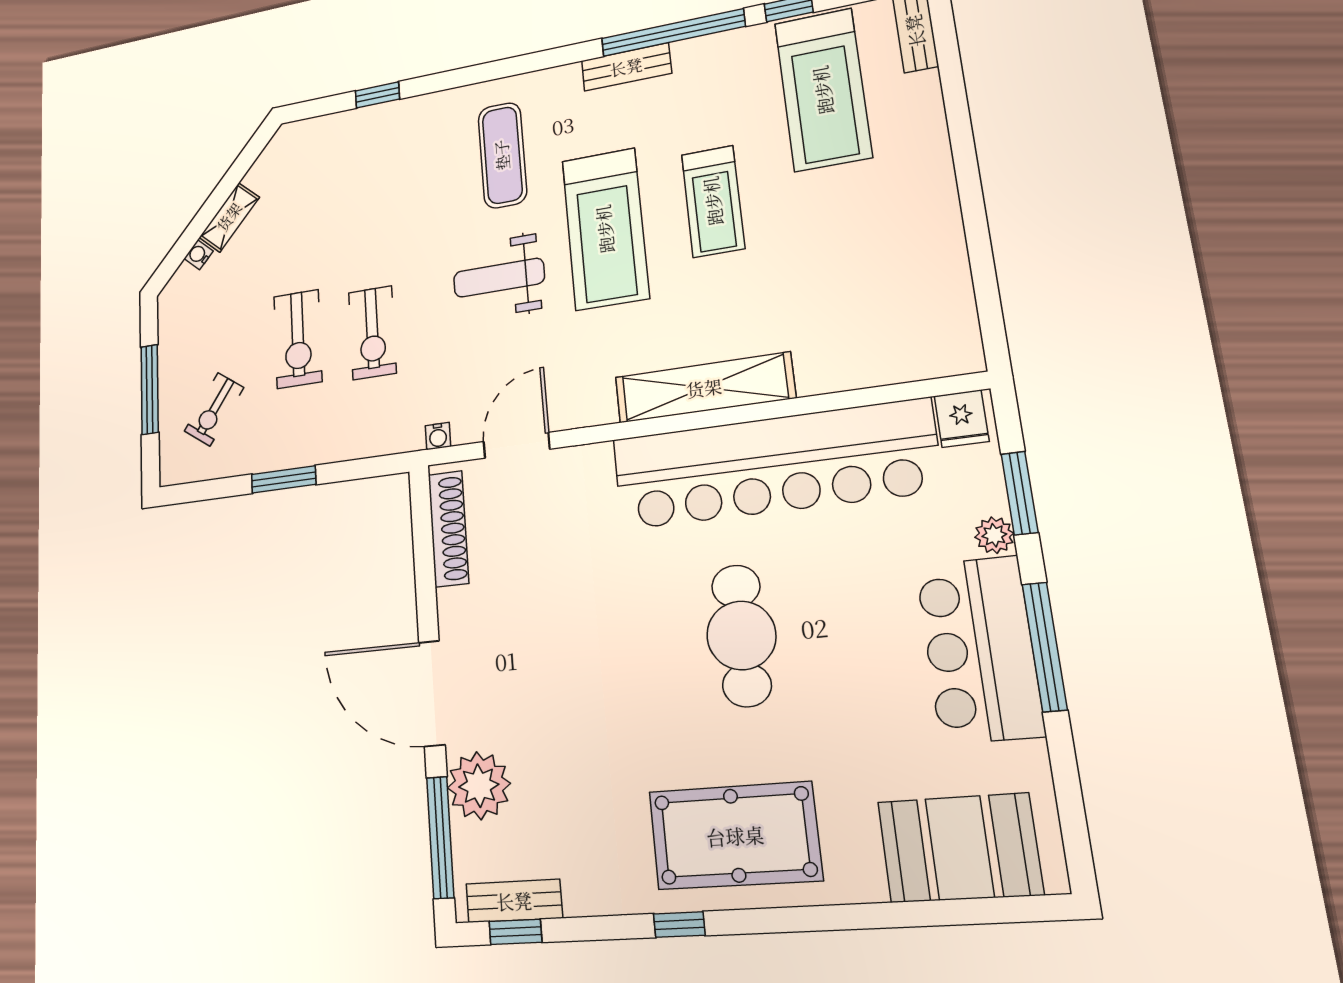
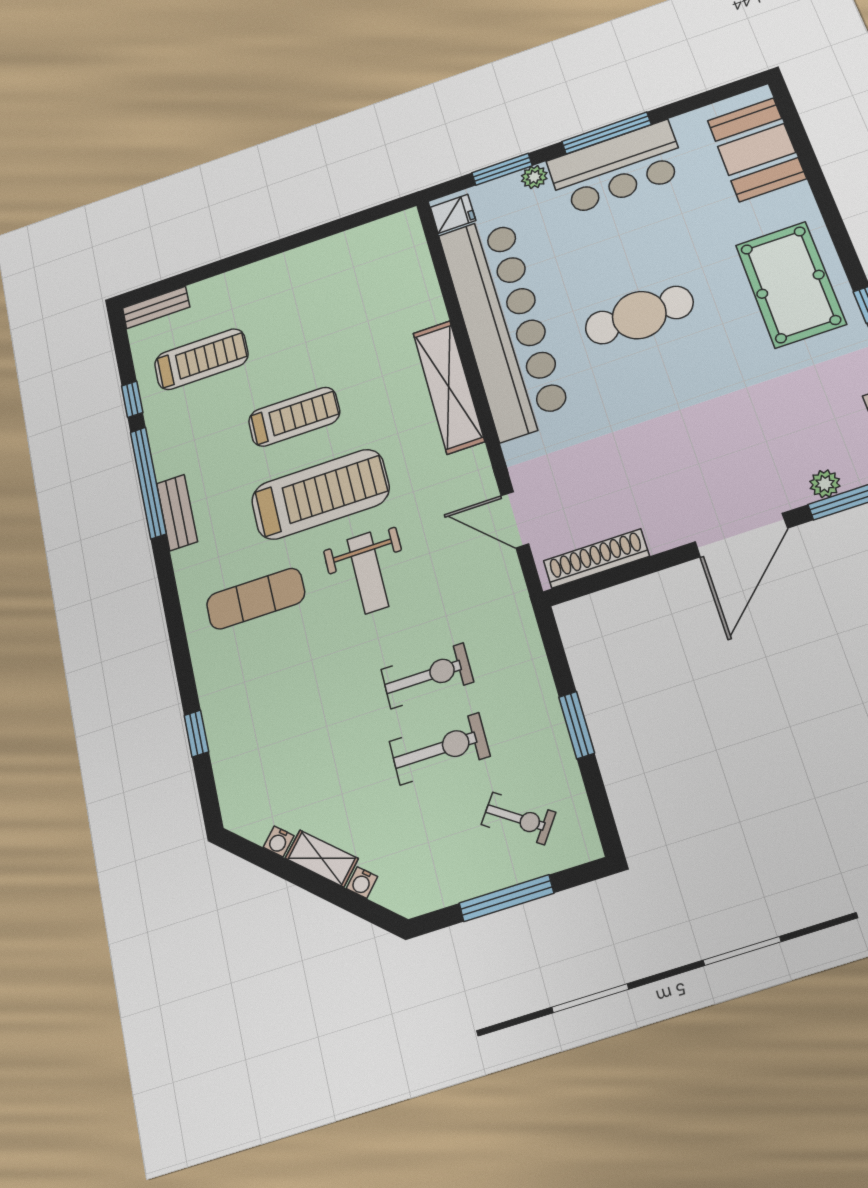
treadmill: (823, 90) -> (201, 359), width x0.73, depth x0.73
water cooler: (438, 436) -> (279, 841), moved, turned 132
plant: (479, 786) -> (825, 484), width x0.53, depth x0.53

